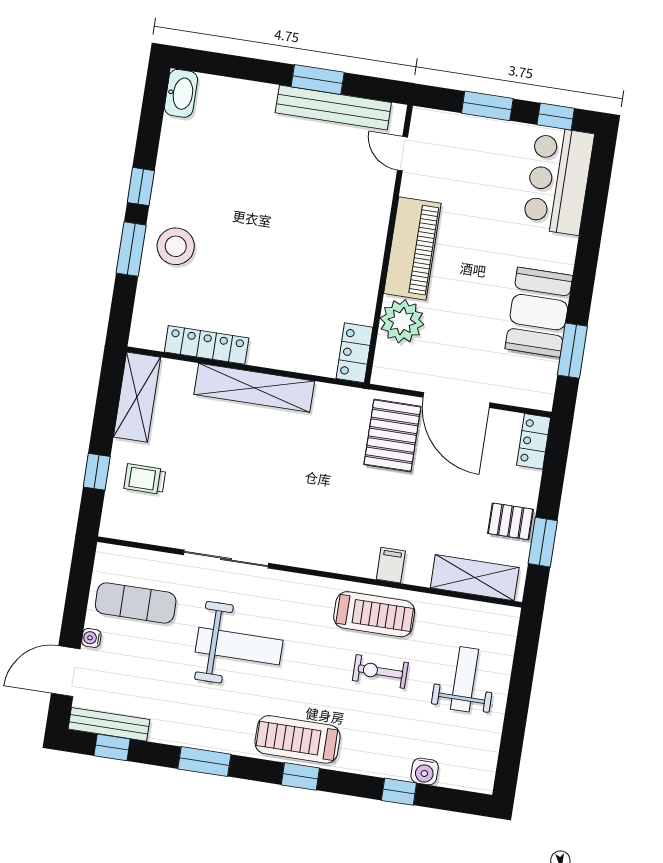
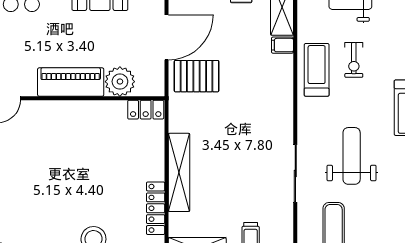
filing cabinet: (391, 565) -> (282, 45), moved

